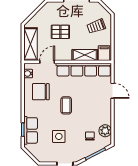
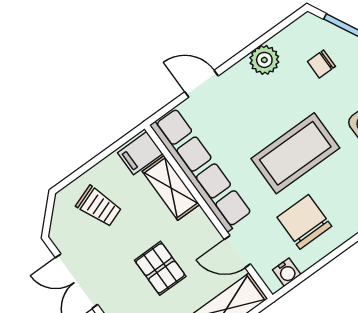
door: (112, 91) -> (201, 84), hinge flipped
chair: (41, 92) -> (304, 222), turned 180
coffee table: (66, 105) -> (295, 153), width x1.86, depth x1.72
plant: (105, 131) -> (264, 60), moved

